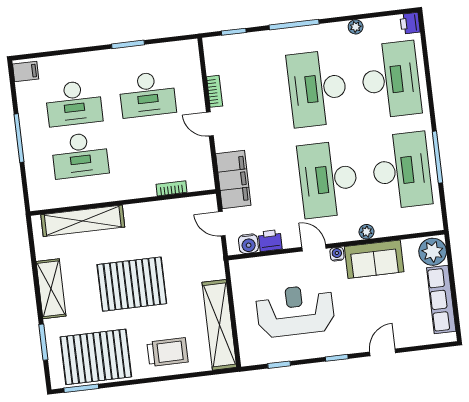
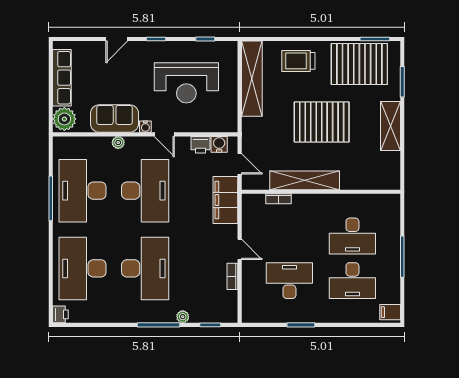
plant: (356, 27) -> (183, 317), moved
desk: (74, 103) -> (352, 281), turned 180
desk: (80, 155) -> (352, 236), turned 180
shelving: (83, 221) -> (305, 180), moved

